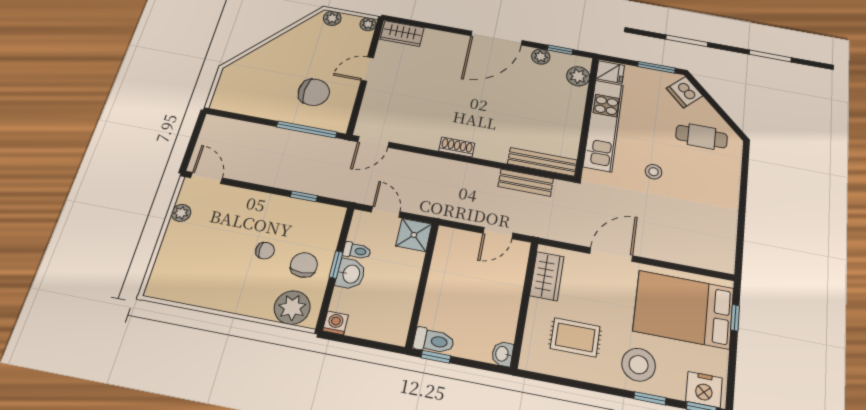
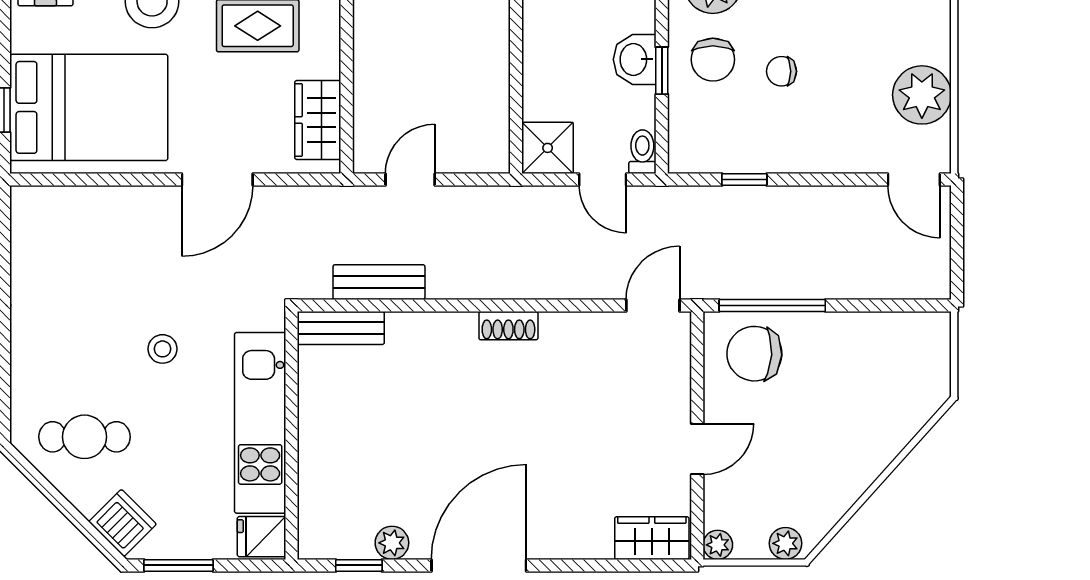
plant: (578, 76) -> (318, 515), removed
chair: (314, 92) -> (754, 354), moved
bench: (542, 162) -> (341, 328), width x0.73
plant: (181, 213) -> (922, 95), width x1.88, depth x1.88
toilet: (357, 251) -> (642, 152), moved, turned 90

